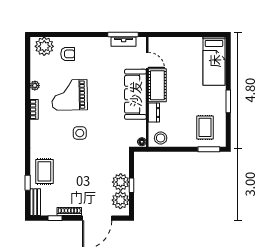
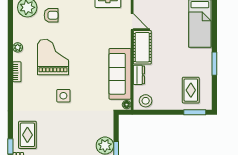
sofa: (135, 94) -> (120, 74), moved
grand piano: (70, 95) -> (53, 57), turned 91

